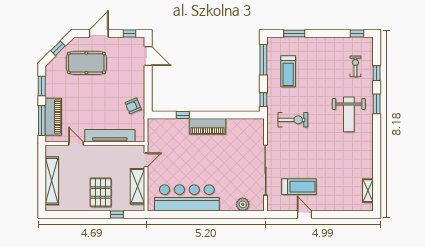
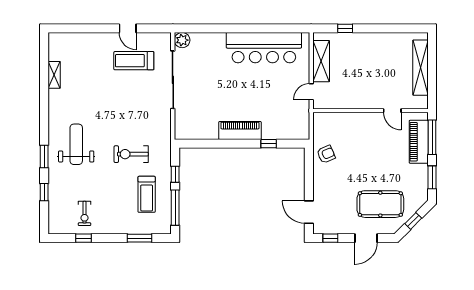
window: (357, 34) -> (84, 238), moved
exercise bike: (355, 66) -> (84, 213), moved
treadmill: (288, 71) -> (147, 194), turned 180
window: (263, 100) -> (175, 174), moved
exercise bike: (293, 120) -> (131, 154), moved
tv unit: (110, 136) -> (353, 120), removed
shelving: (368, 191) -> (54, 75), moved
pallet: (101, 192) -> (364, 54), removed
plant: (243, 204) -> (182, 40), moved

